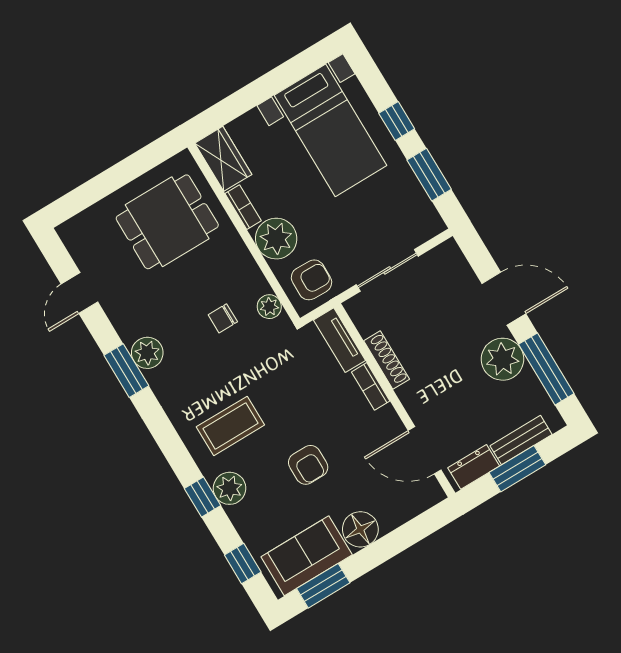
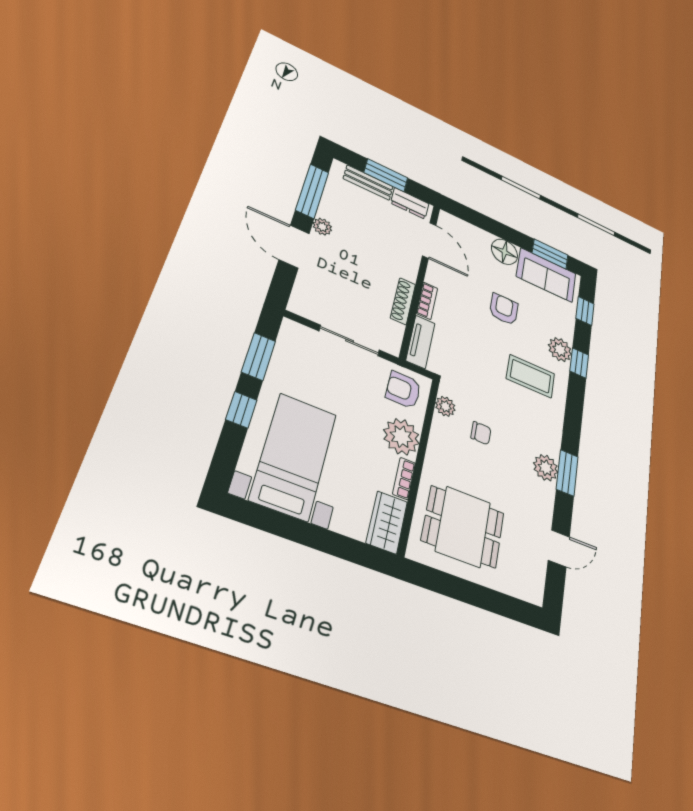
plant: (502, 359) -> (322, 227), width x0.53, depth x0.53

